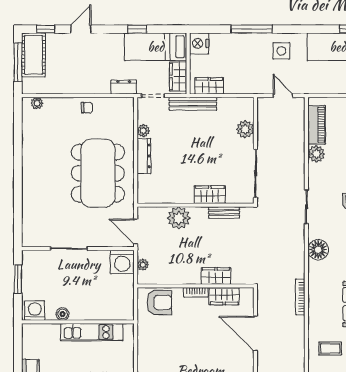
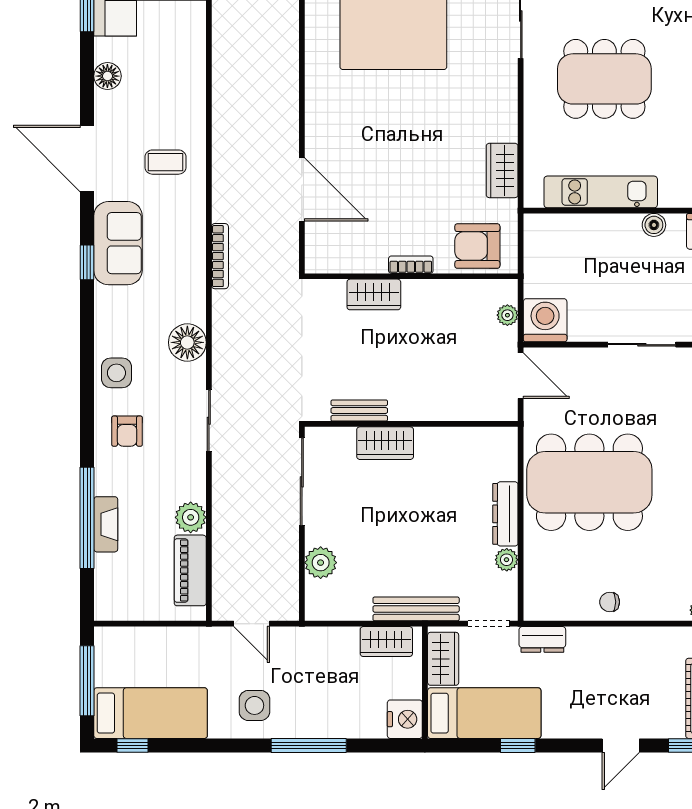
dining table: (98, 173) -> (589, 482), turned 90
plant: (179, 218) -> (442, 400), removed
wardrobe: (224, 296) -> (502, 170), moved, turned -90

